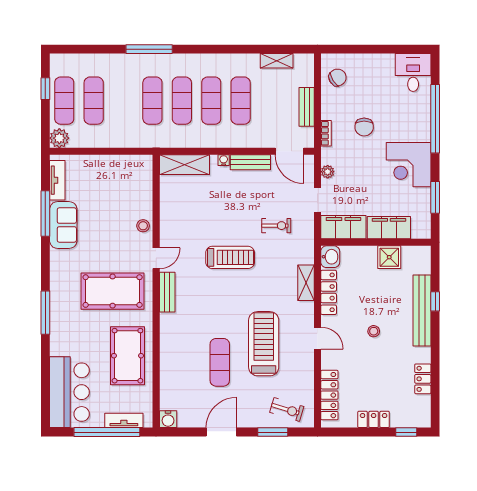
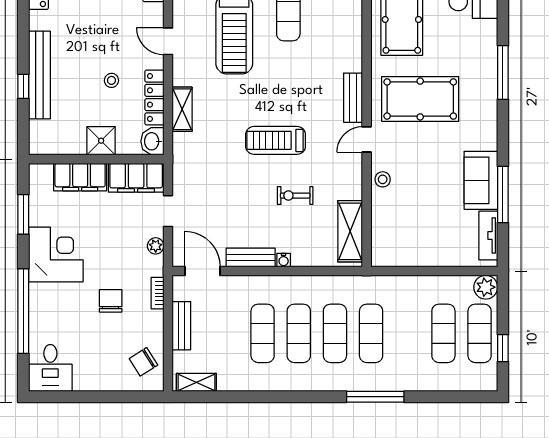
shelving: (277, 61) -> (196, 382), moved
shelving: (184, 165) -> (350, 231), moved, turned 90
exercise bike: (276, 226) -> (295, 196), moved
shower: (389, 257) -> (101, 141), moved
stool: (374, 331) -> (111, 80), moved

